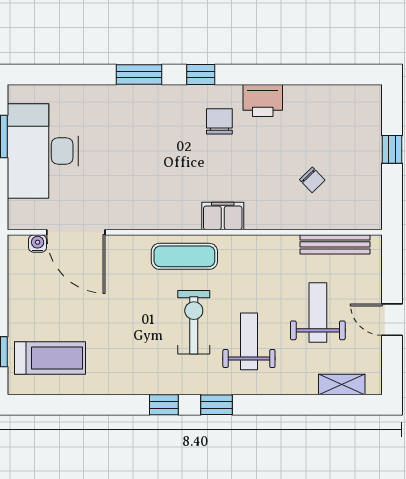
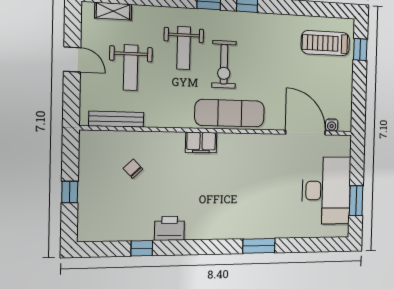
window: (201, 74) -> (142, 248), moved
chair: (219, 121) -> (202, 212), removed
exercise mat: (184, 256) -> (230, 113), width x1.36, depth x1.45

